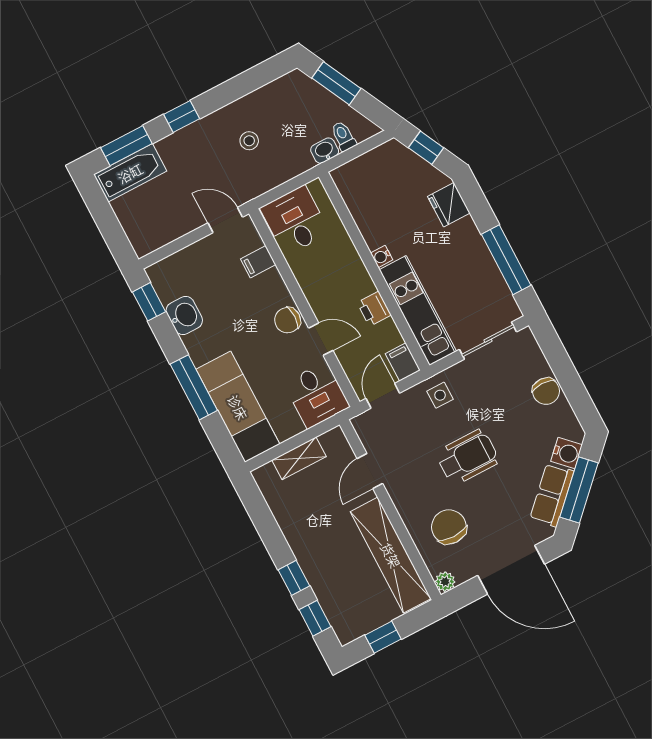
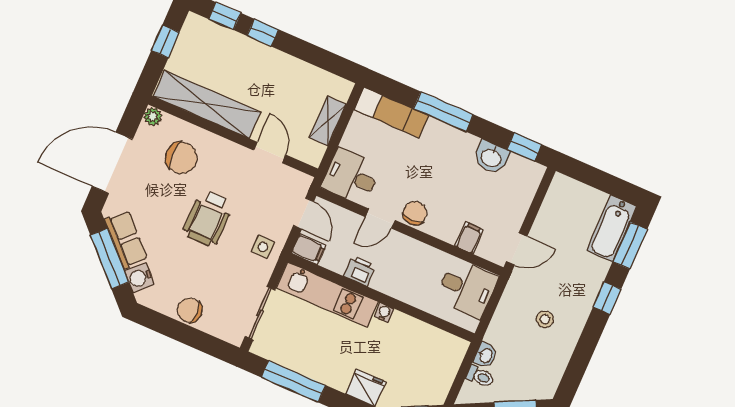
exam couch: (238, 407) -> (391, 113), width x0.73, depth x0.69

